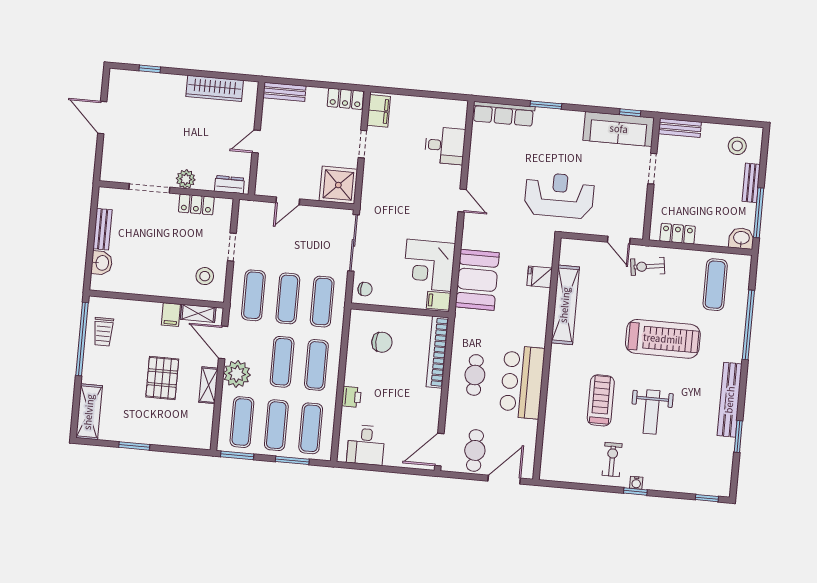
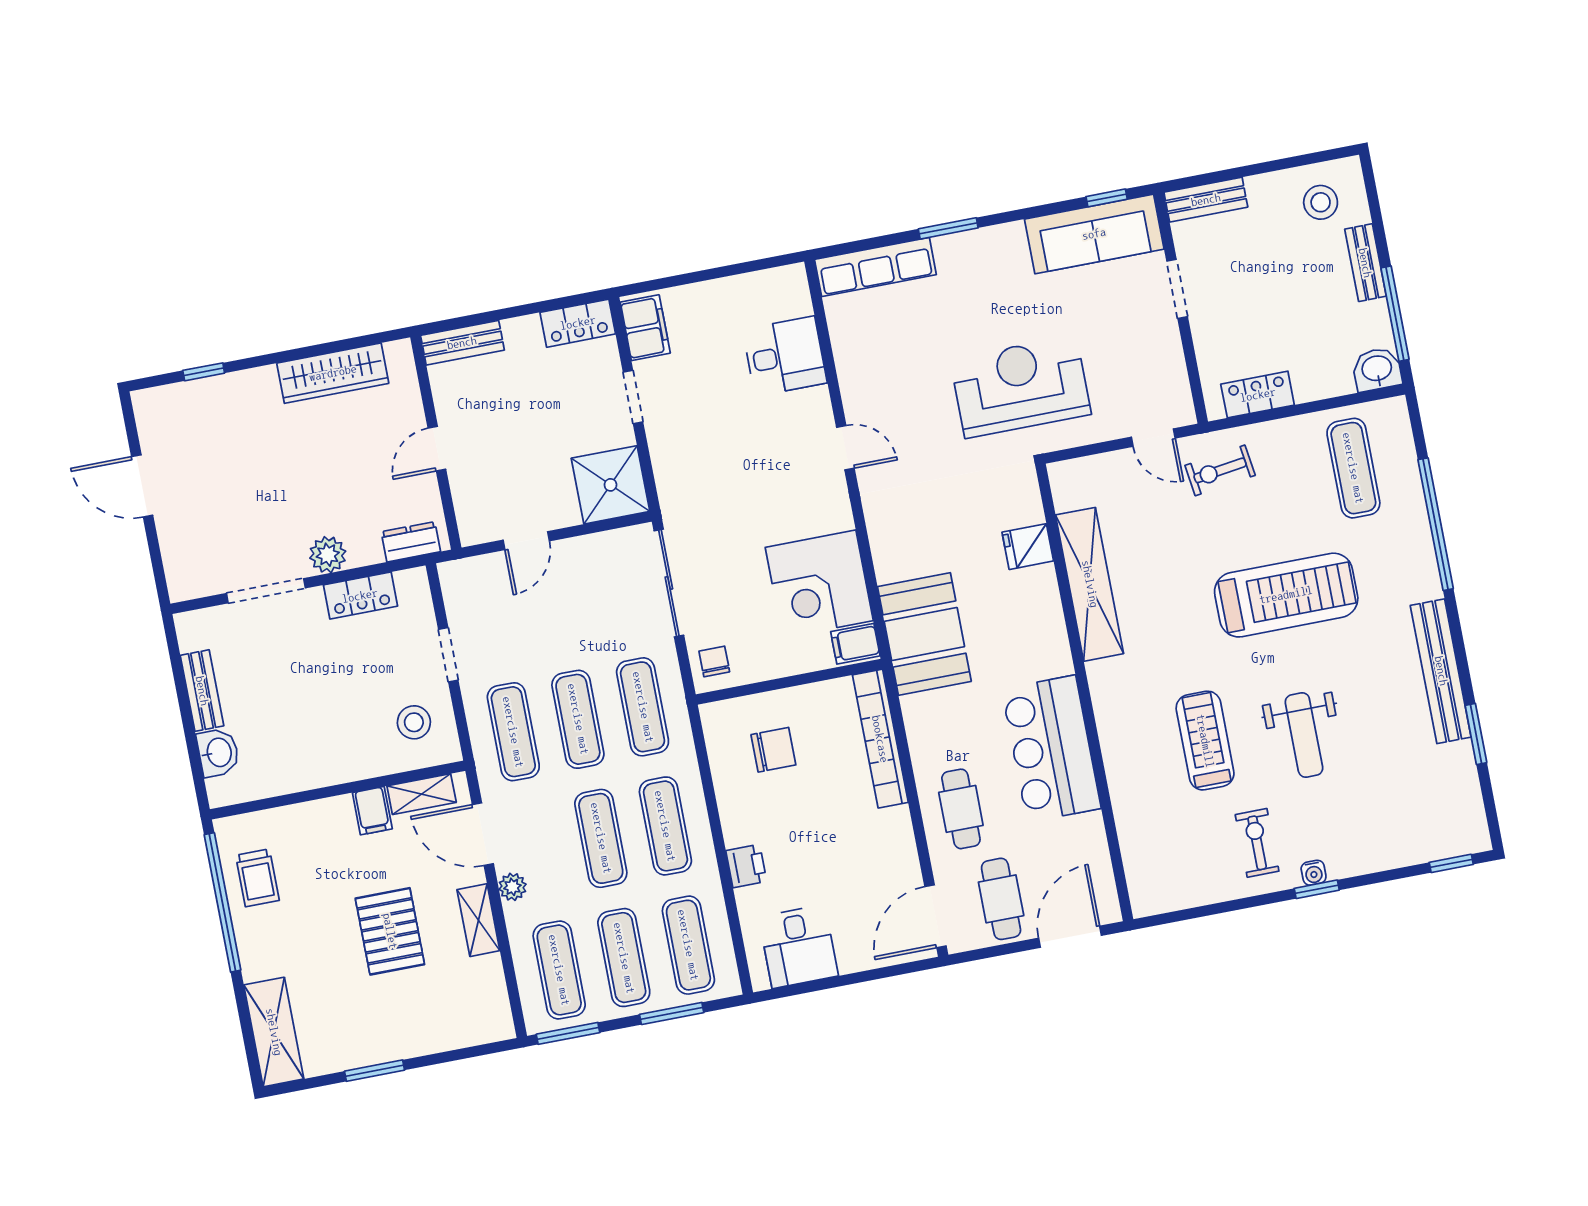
booth: (477, 280) -> (924, 634), moved
chair: (365, 289) -> (714, 661), turned -93
plant: (237, 374) -> (512, 887), width x0.53, depth x0.53
cafe table: (475, 375) -> (961, 809), moved

